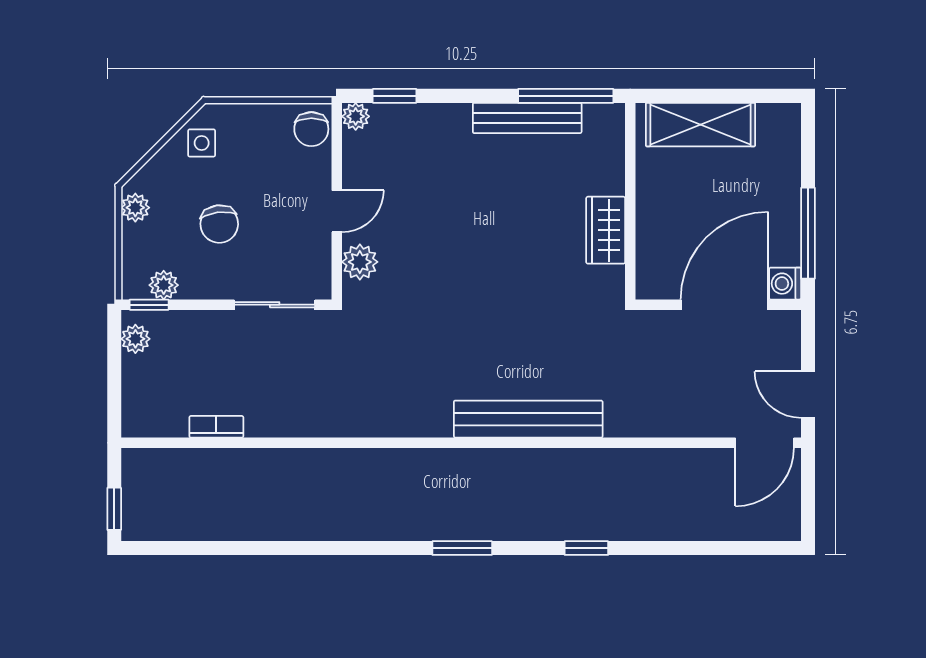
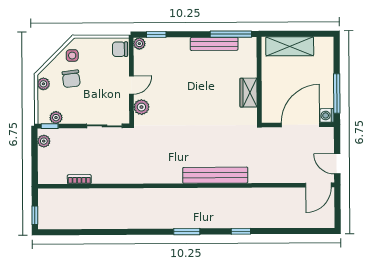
chair: (311, 129) -> (120, 49), turned 90
chair: (219, 224) -> (71, 79), moved

